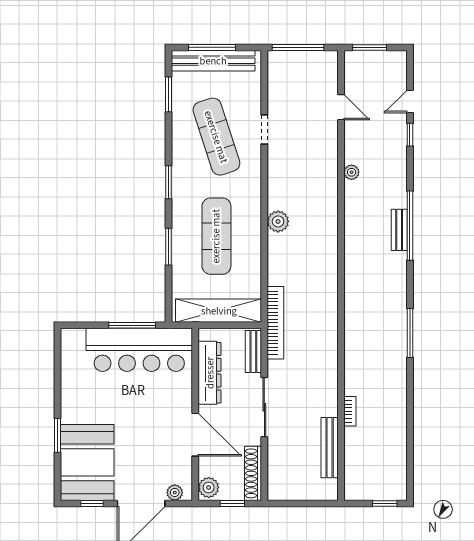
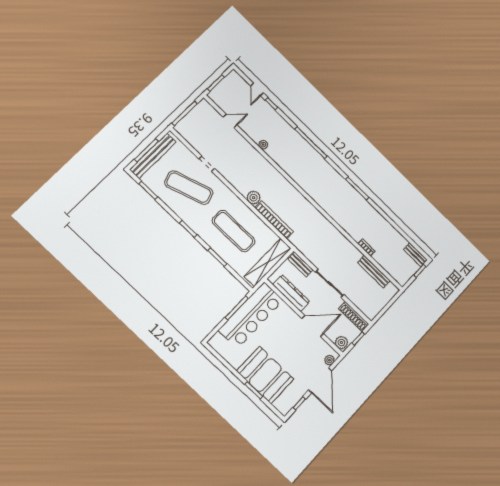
bench: (399, 230) -> (415, 255), moved
bookcase: (275, 323) -> (274, 220), moved
booth: (87, 462) -> (265, 375), moved

